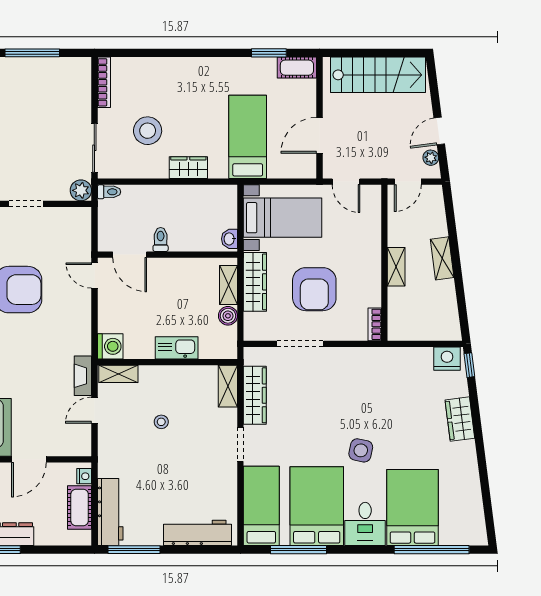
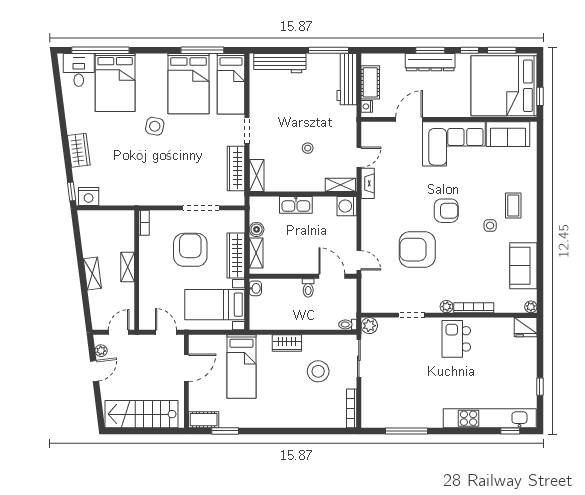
desk: (365, 524) -> (79, 70), moved

